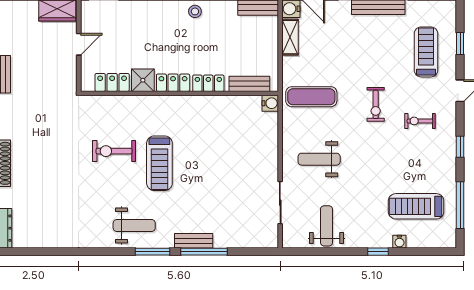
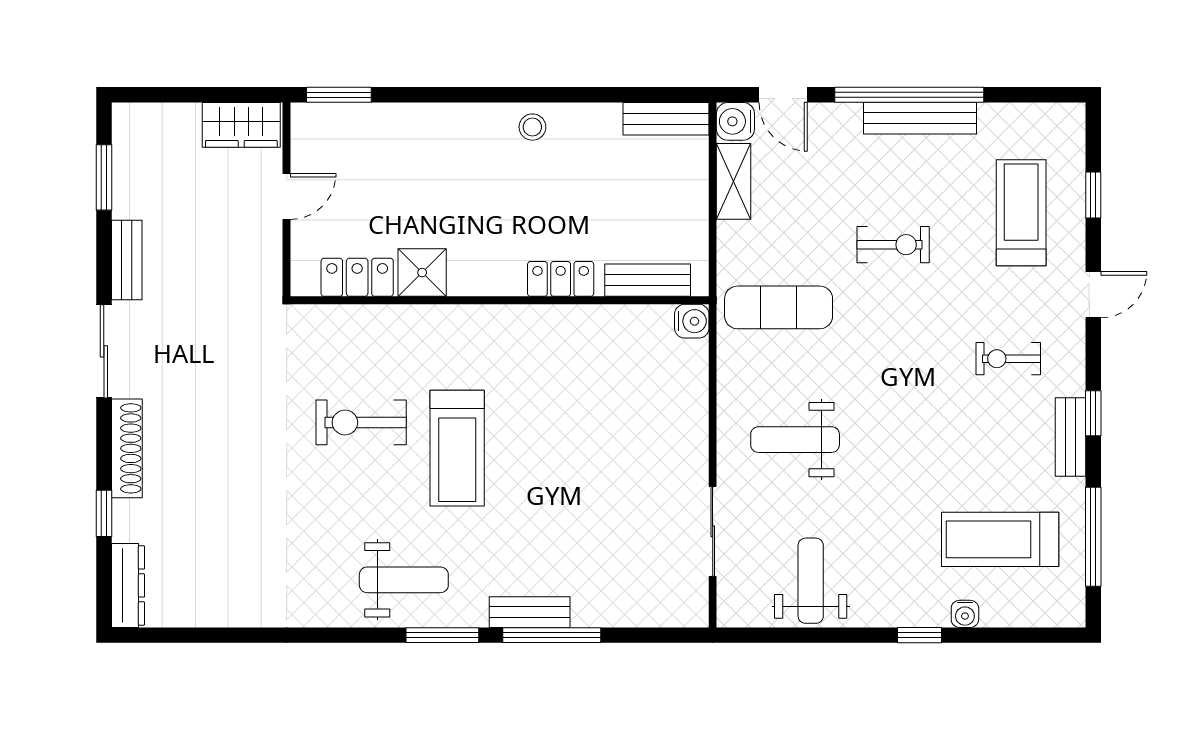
locker: (173, 83) -> (486, 278), removed
exercise bike: (376, 104) -> (893, 245), moved, turned -90
bench: (449, 158) -> (1071, 437), added

